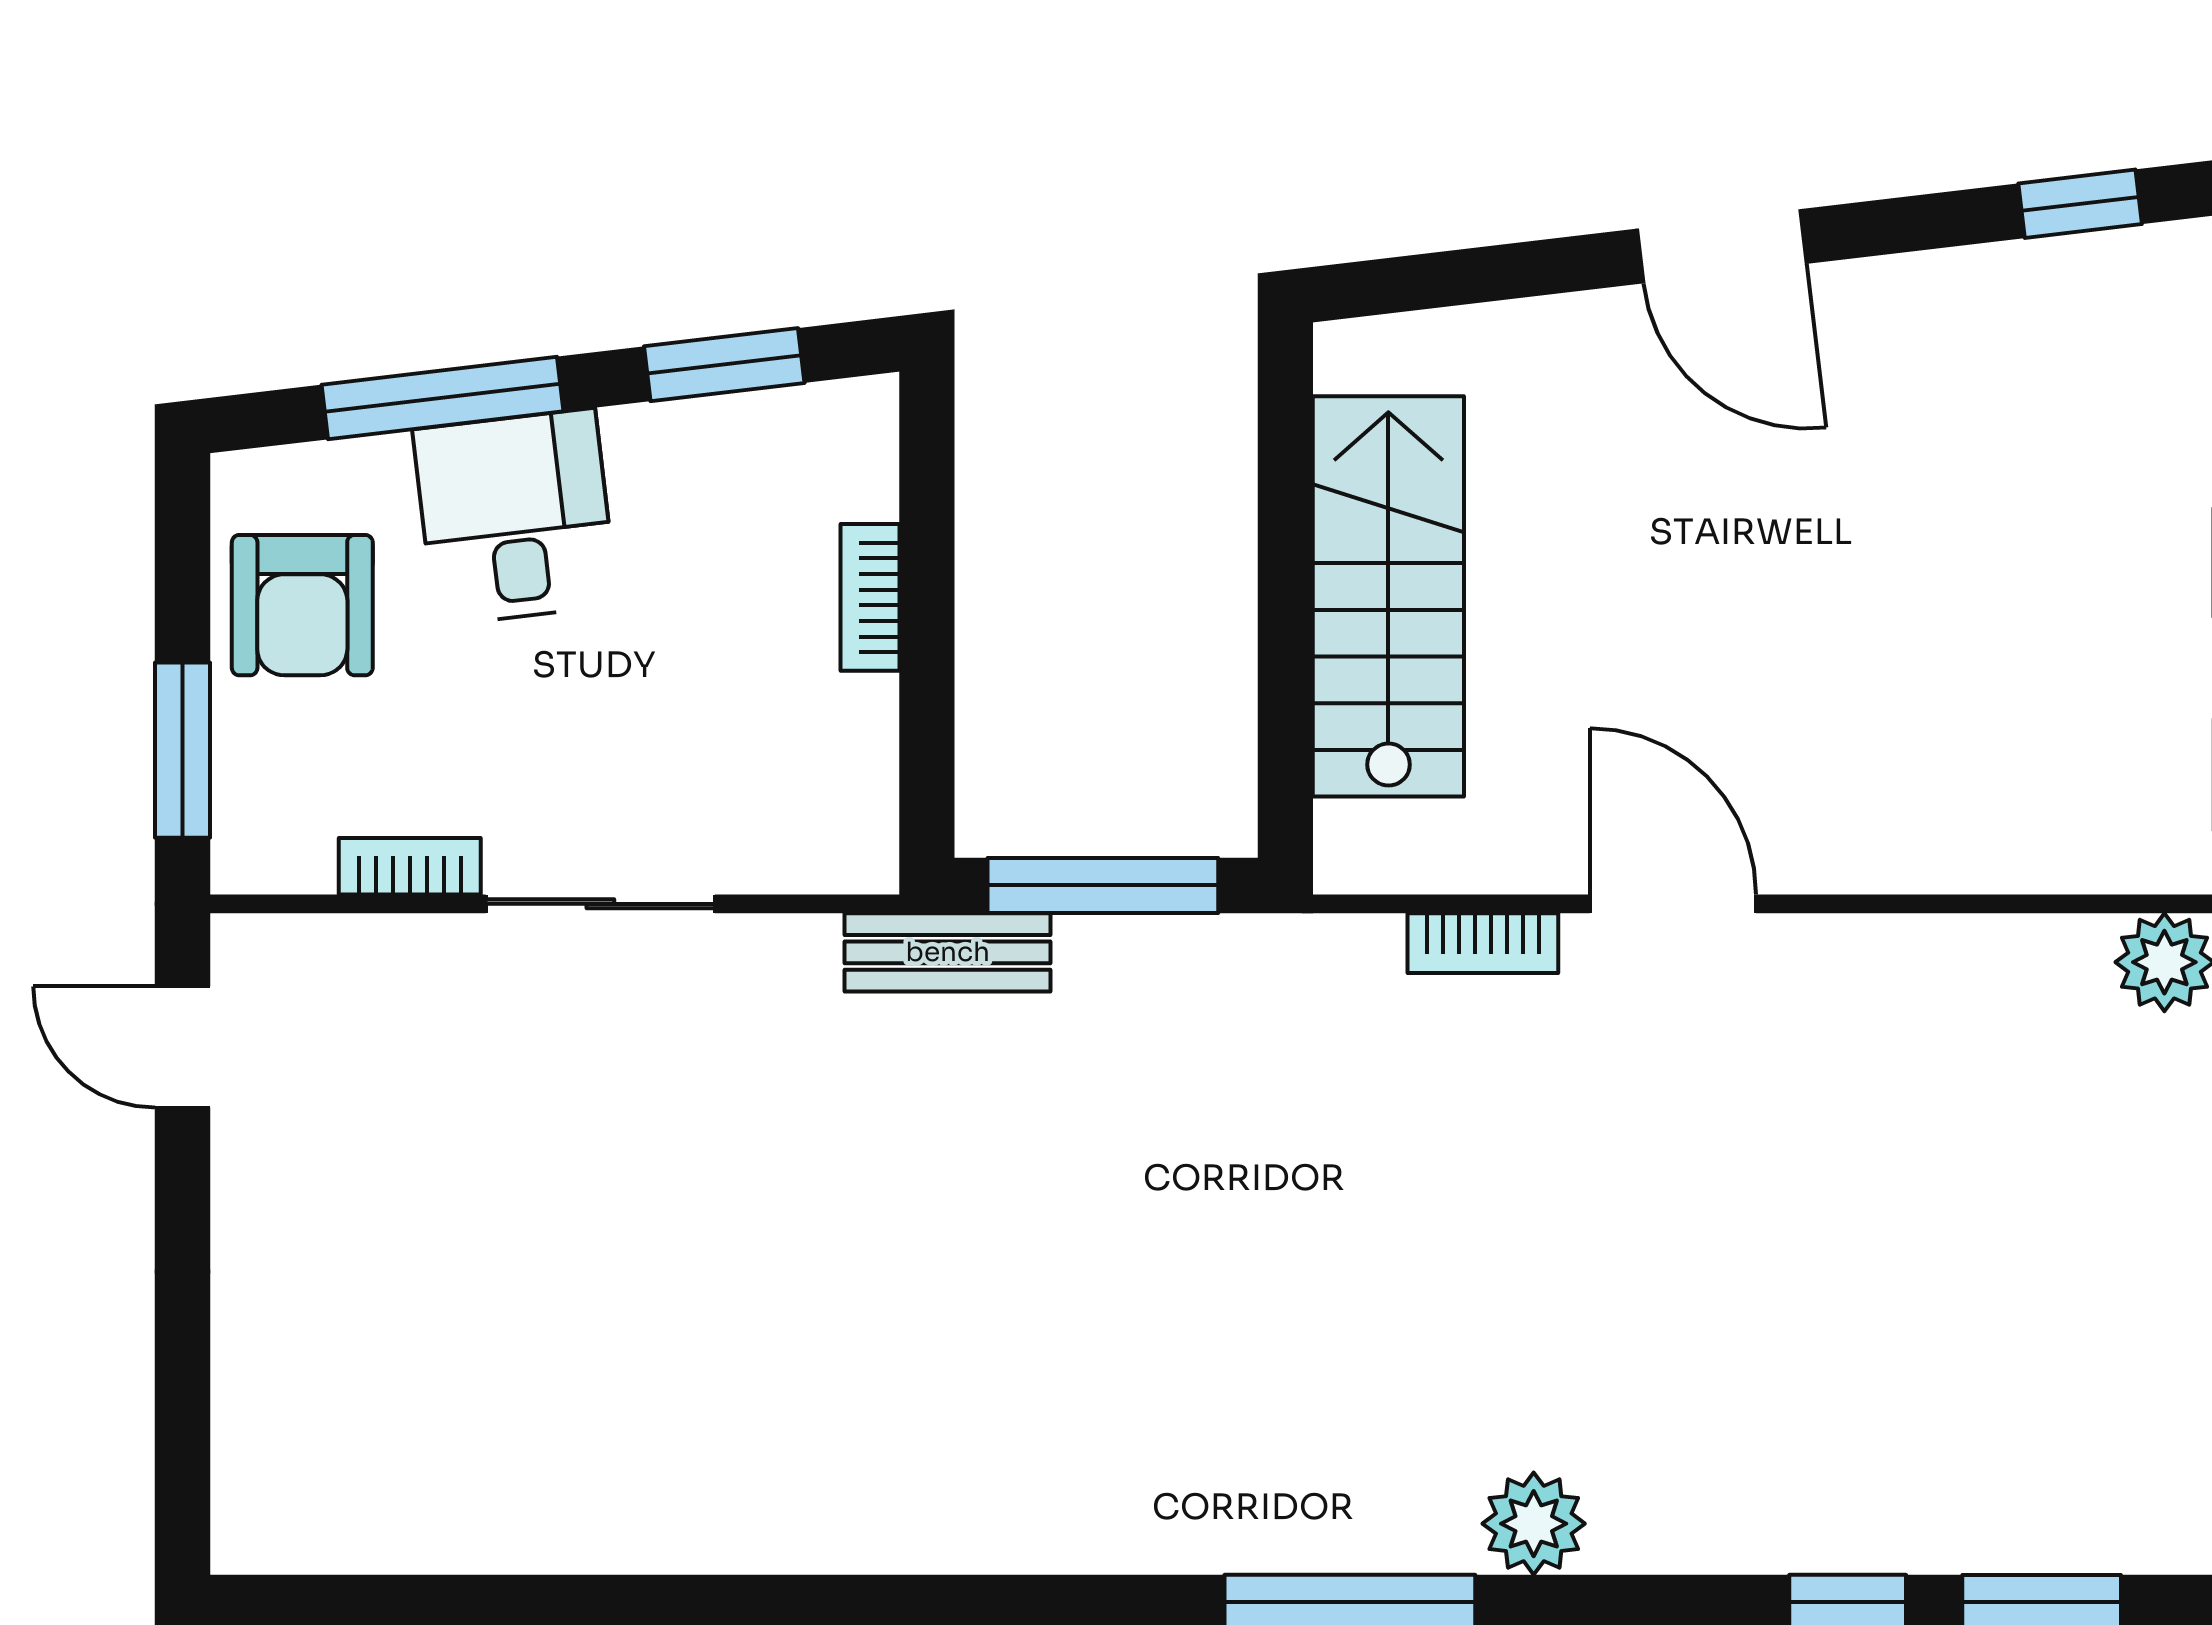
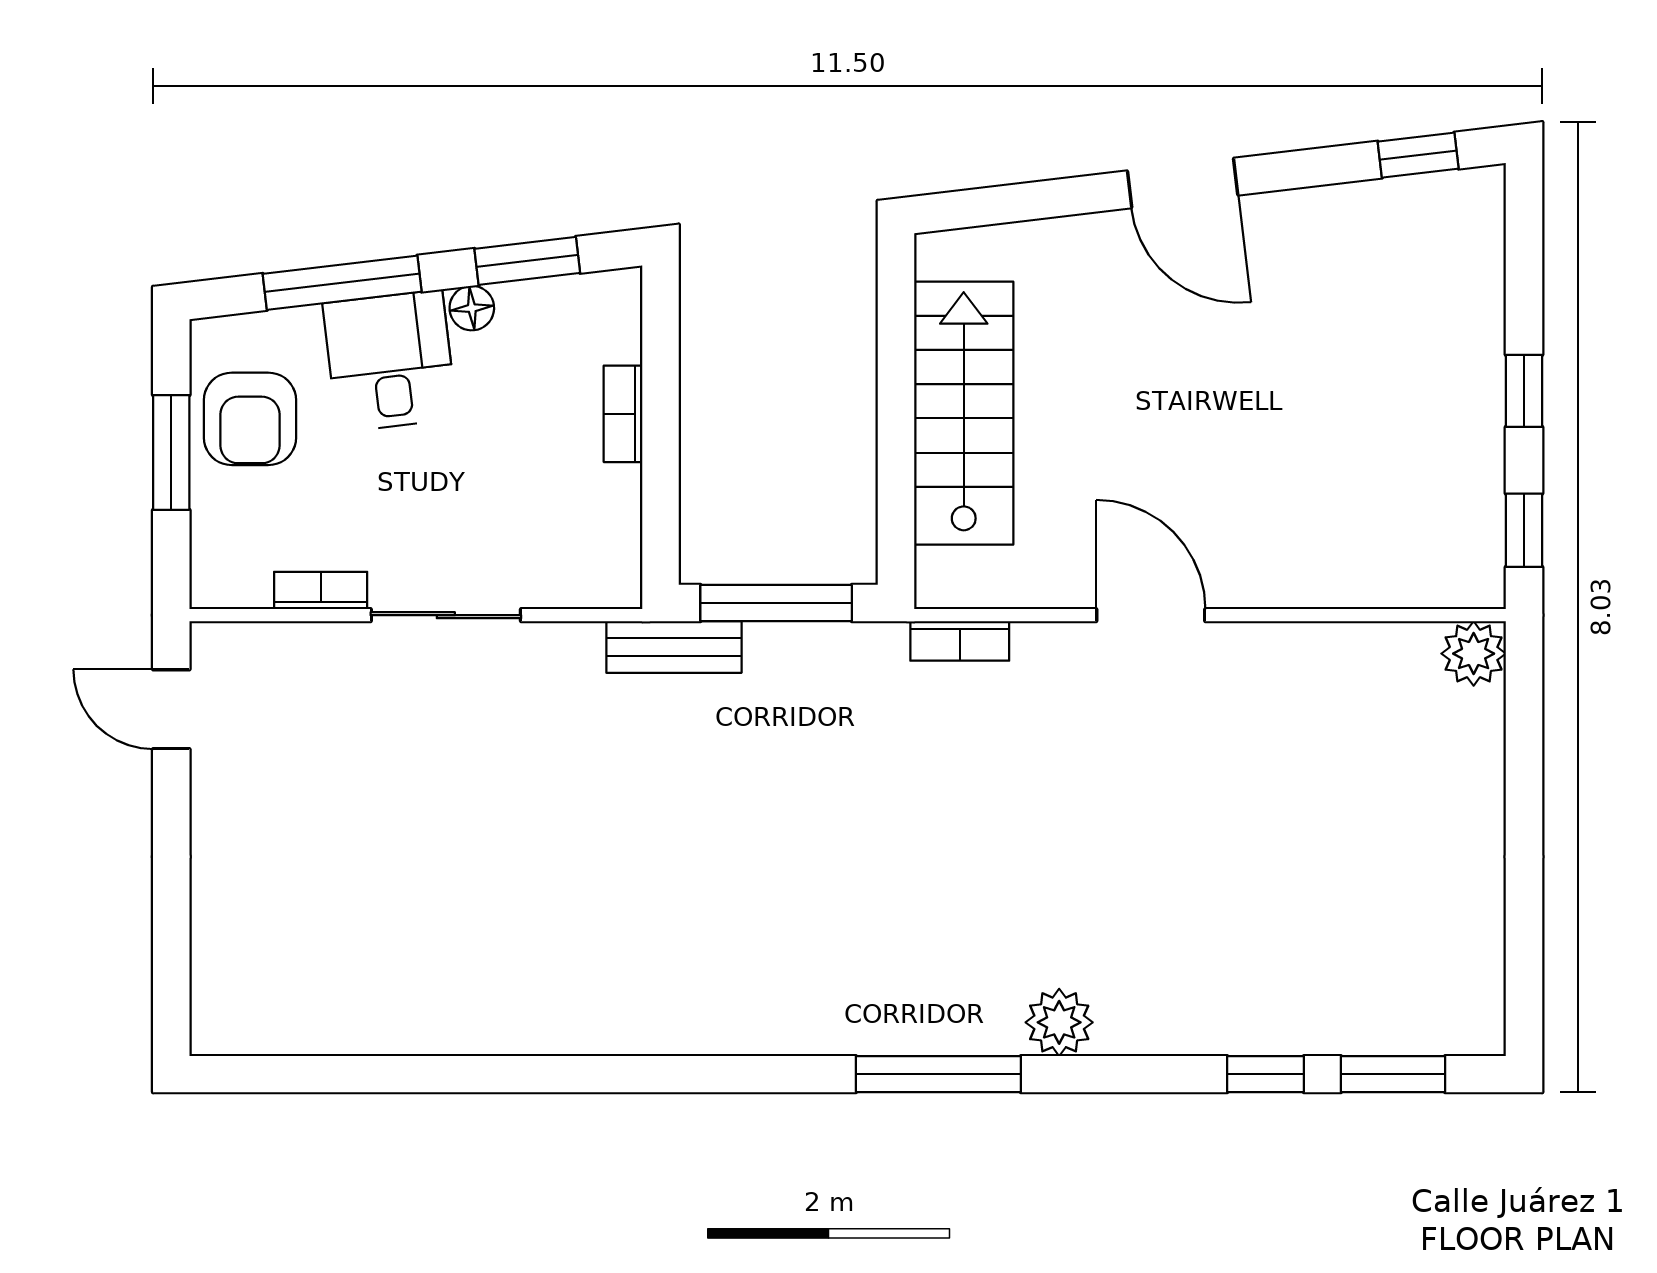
floor lamp: (640, 436) -> (472, 308), added
window: (182, 750) -> (171, 452), moved
bookcase: (1483, 943) -> (960, 641), moved

